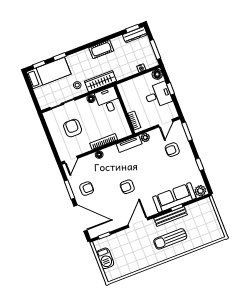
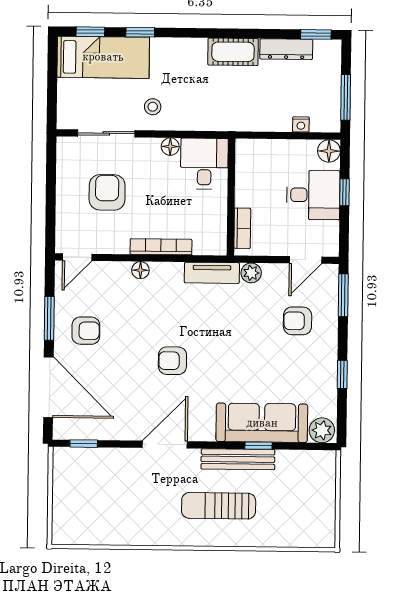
dresser: (135, 35) -> (286, 49), moved
wardrobe: (100, 81) -> (205, 118), removed
barbecue: (105, 258) -> (66, 492), removed

